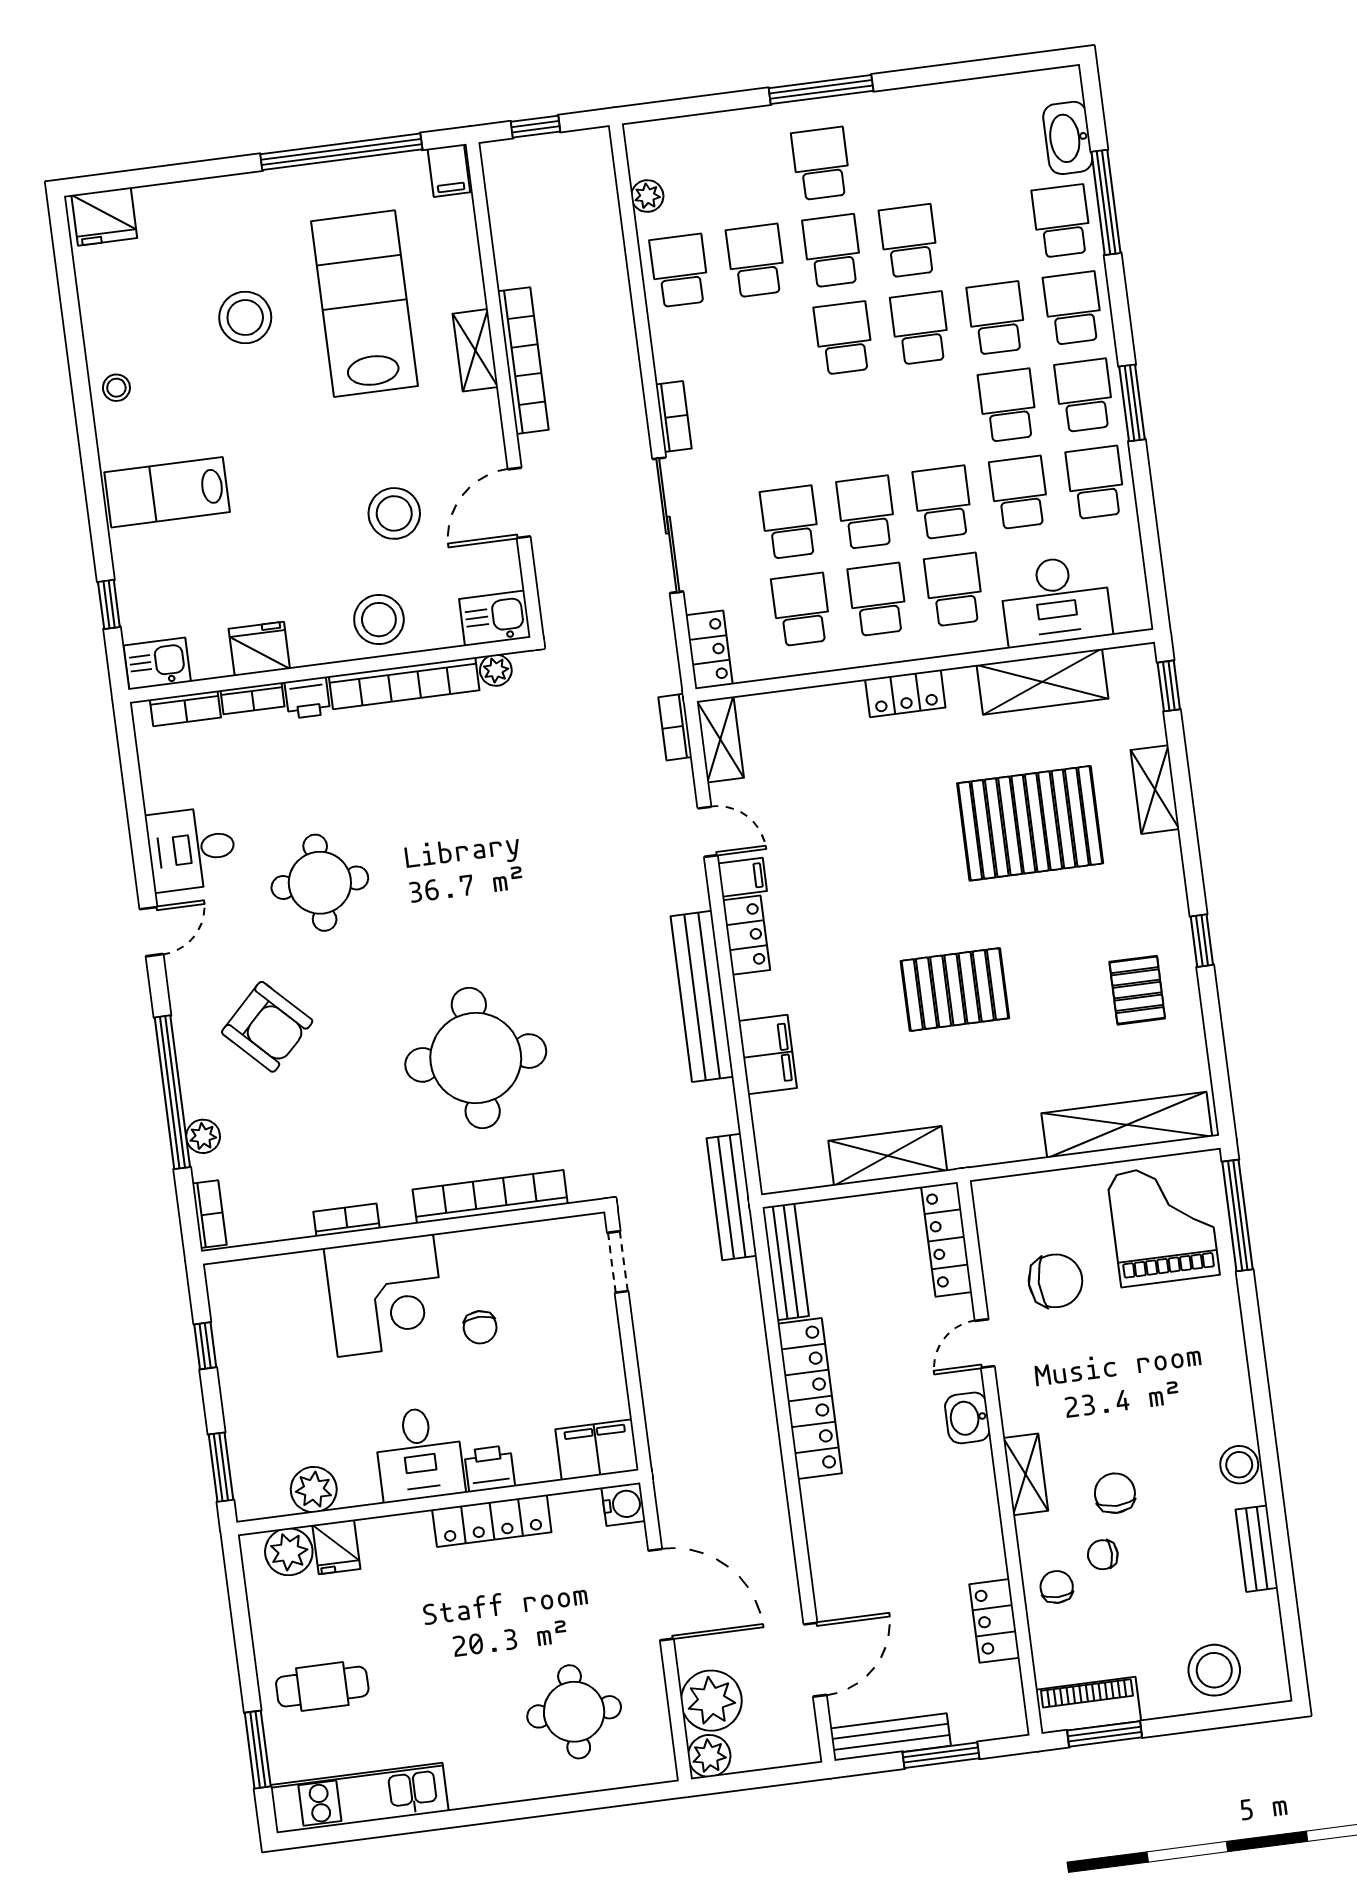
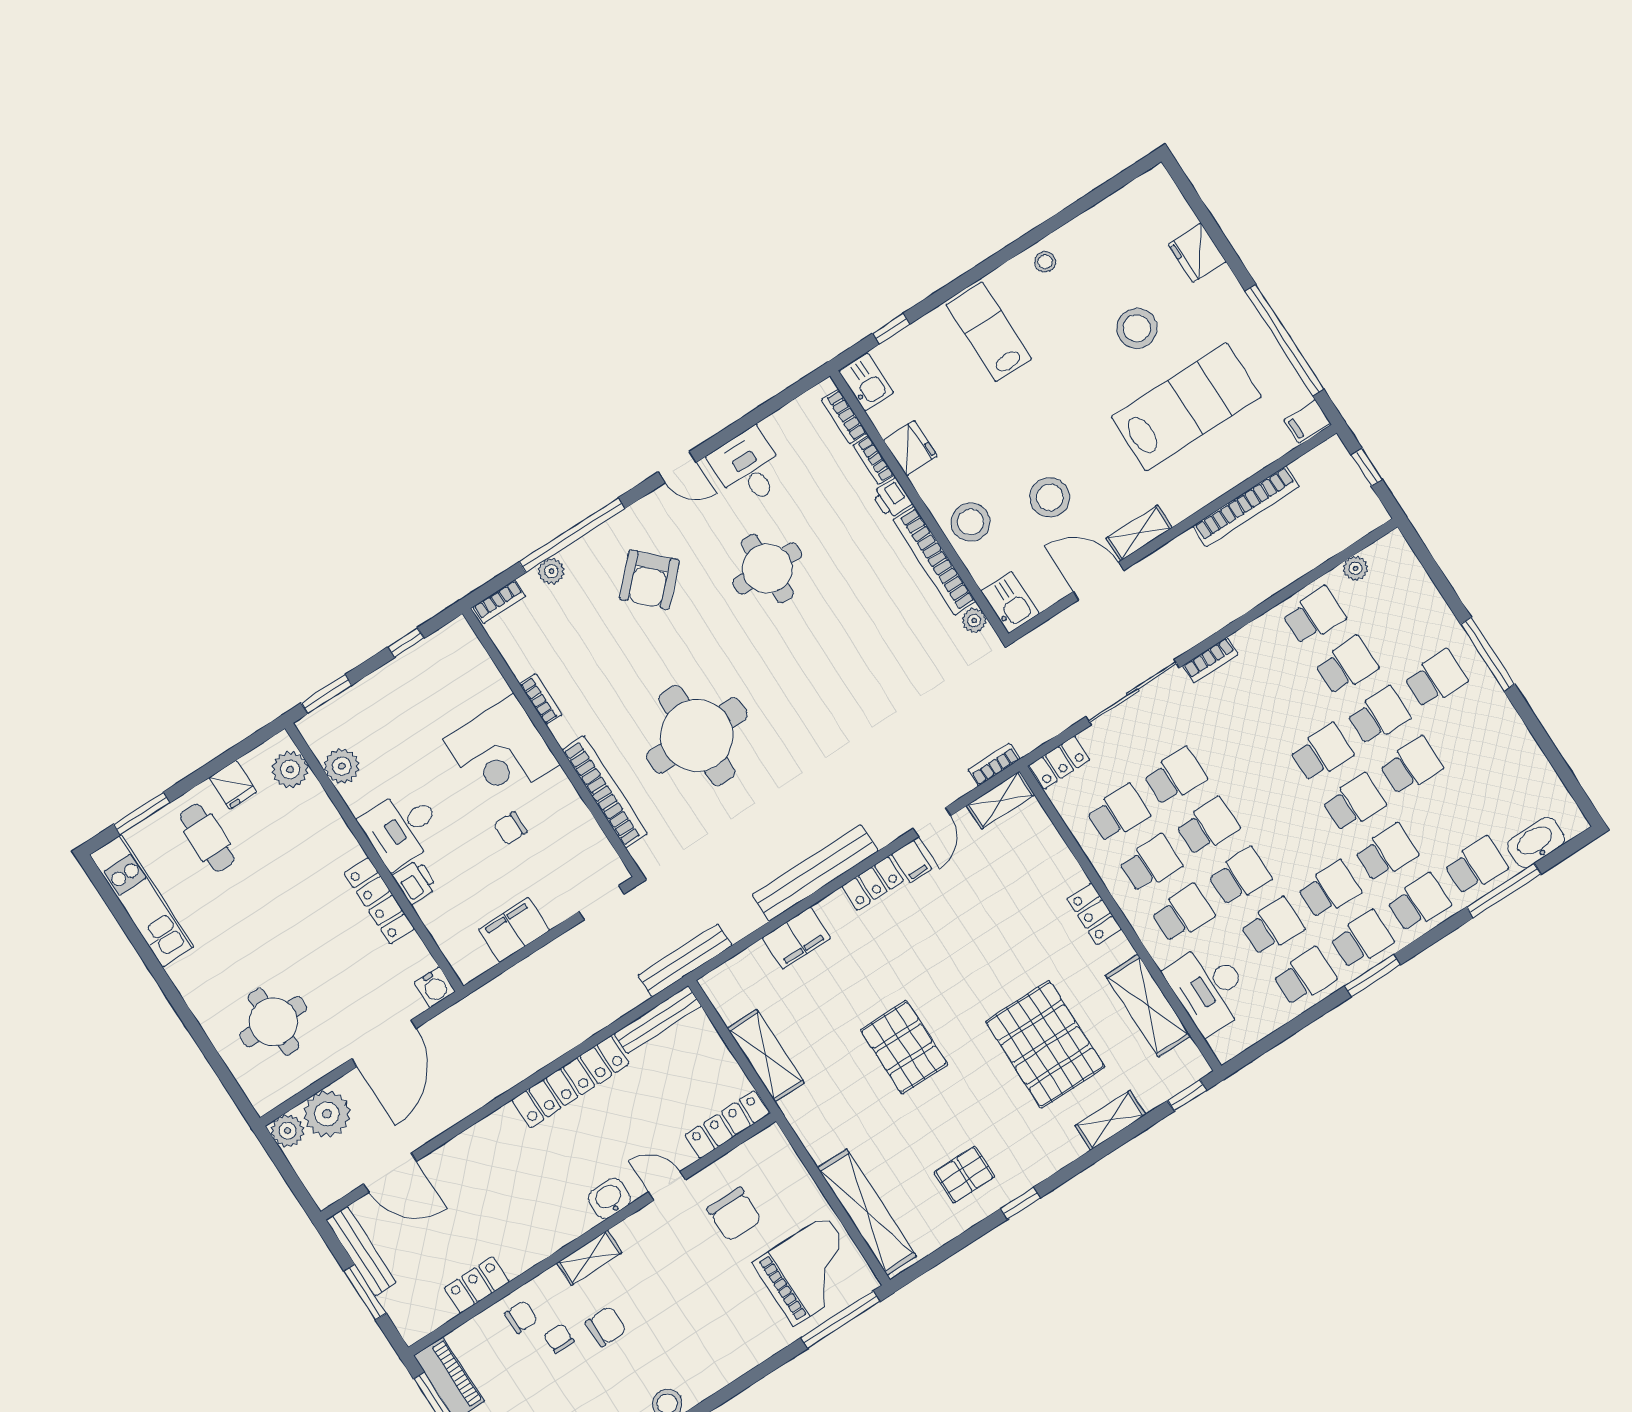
fridge: (104, 217) -> (1197, 253), moved
shelving: (475, 350) -> (1139, 533), moved
bookcase: (523, 361) -> (1246, 506), moved
filing cabinet: (597, 1450) -> (514, 930), moved, turned -90
fridge: (336, 1547) -> (233, 785), moved, turned -90

